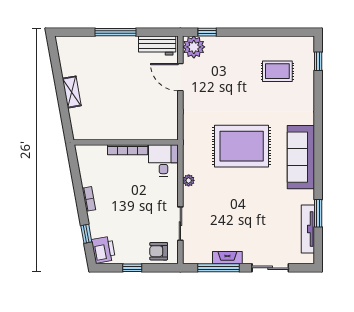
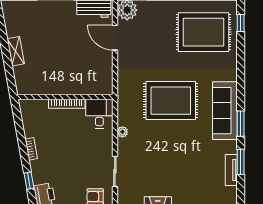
rug: (277, 71) -> (203, 32), width x1.86, depth x2.06
window: (318, 171) -> (241, 124), added
tv unit: (308, 229) -> (231, 170), width x0.71

